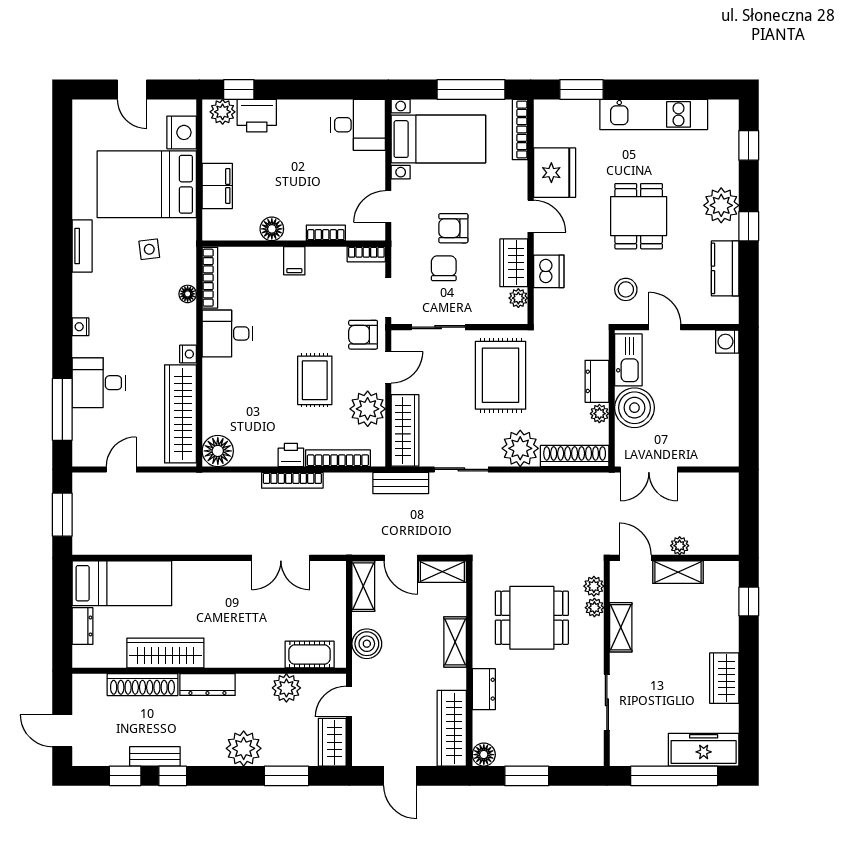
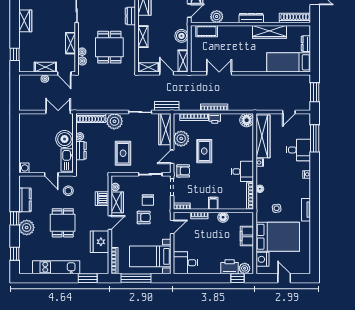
door: (531, 216) -> (110, 223), swing flipped
rug: (501, 375) -> (123, 153), width x0.73, depth x0.70
dining table: (532, 618) -> (109, 47), turned 90
shoe rack: (142, 685) -> (295, 18), moved

